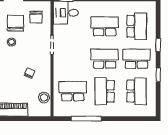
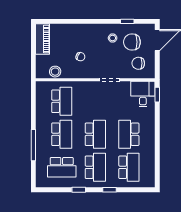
chair: (15, 23) -> (132, 42), turned 180
school desk: (105, 26) -> (129, 134), turned 180
school desk: (137, 26) -> (129, 167), turned -90
school desk: (105, 91) -> (62, 134), turned 90
window: (86, 119) -> (33, 145), moved

